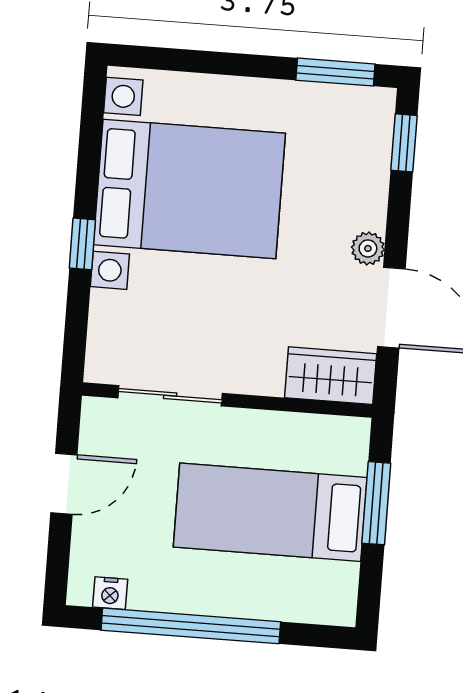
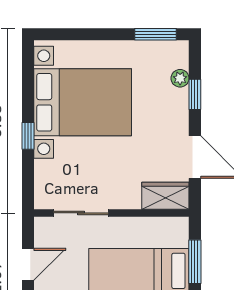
window: (404, 143) -> (195, 94), moved
plant: (368, 248) -> (180, 78), moved

